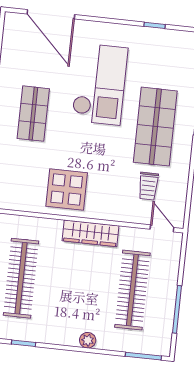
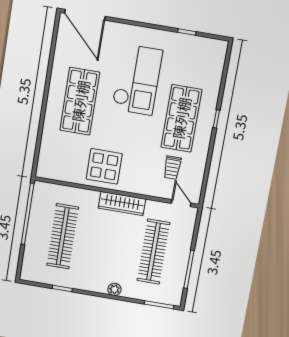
door: (51, 14) -> (85, 15), moved
shop shelf: (33, 114) -> (80, 101), width x1.43, depth x1.36

